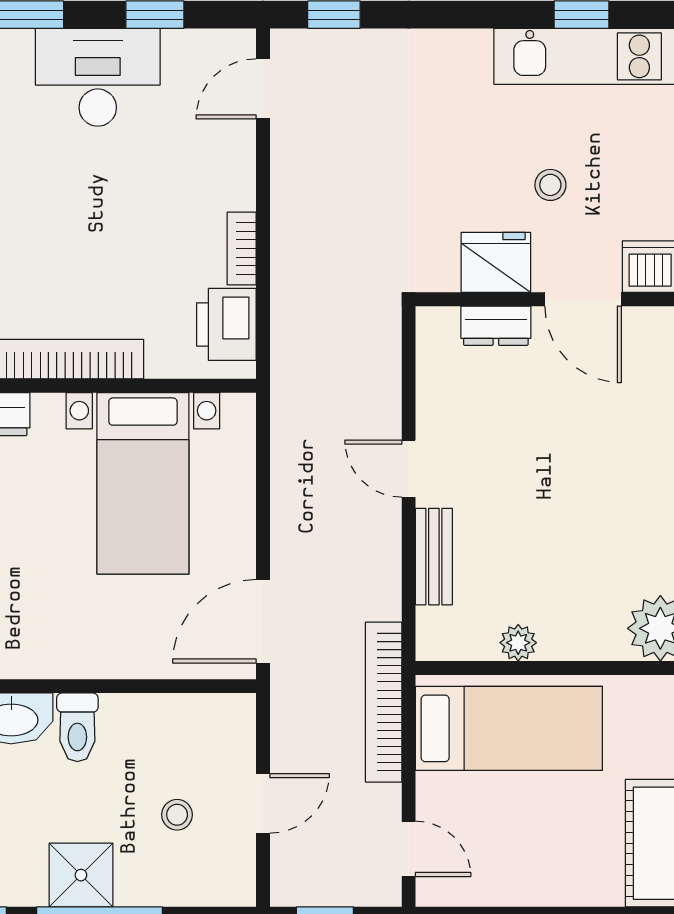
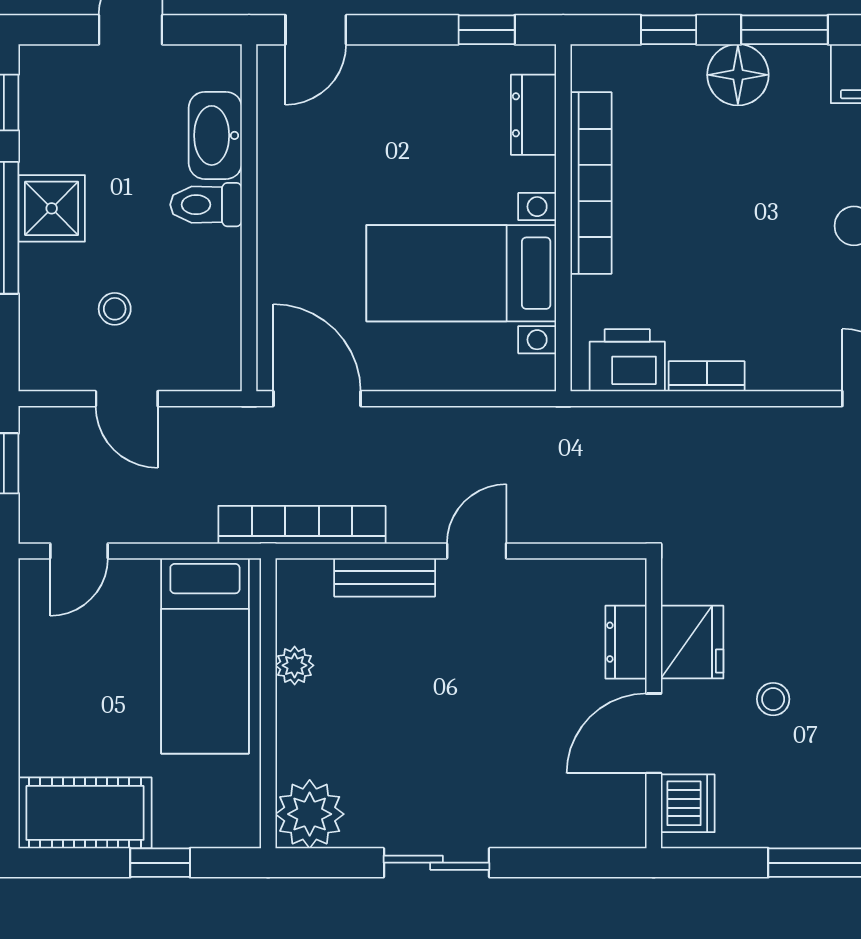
bookcase: (384, 702) -> (302, 525), moved

